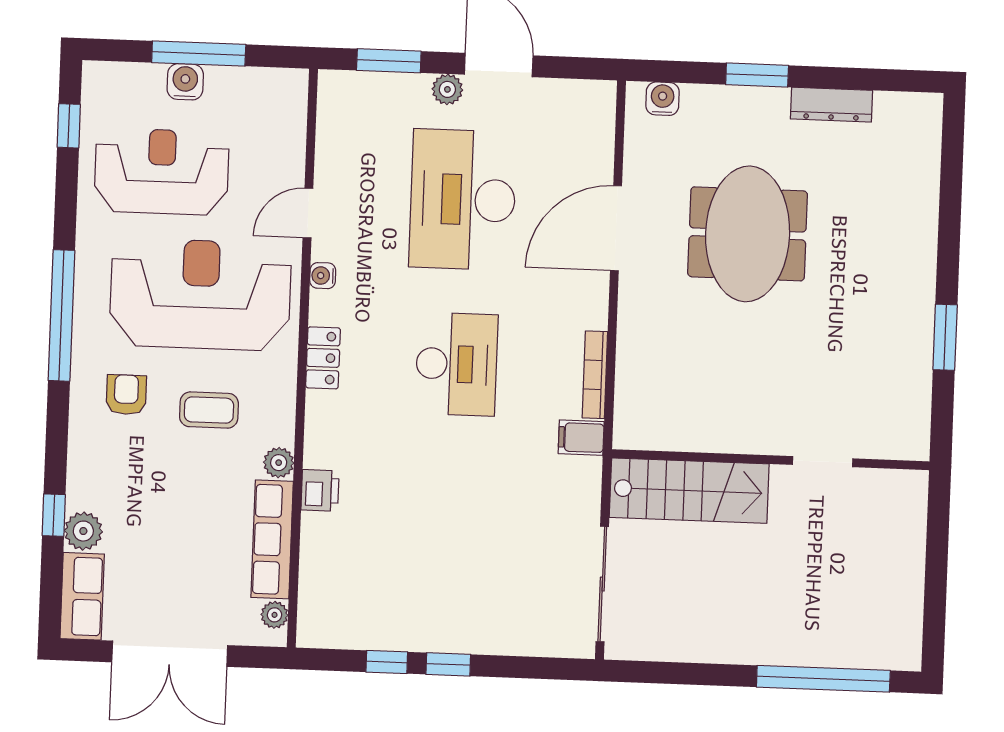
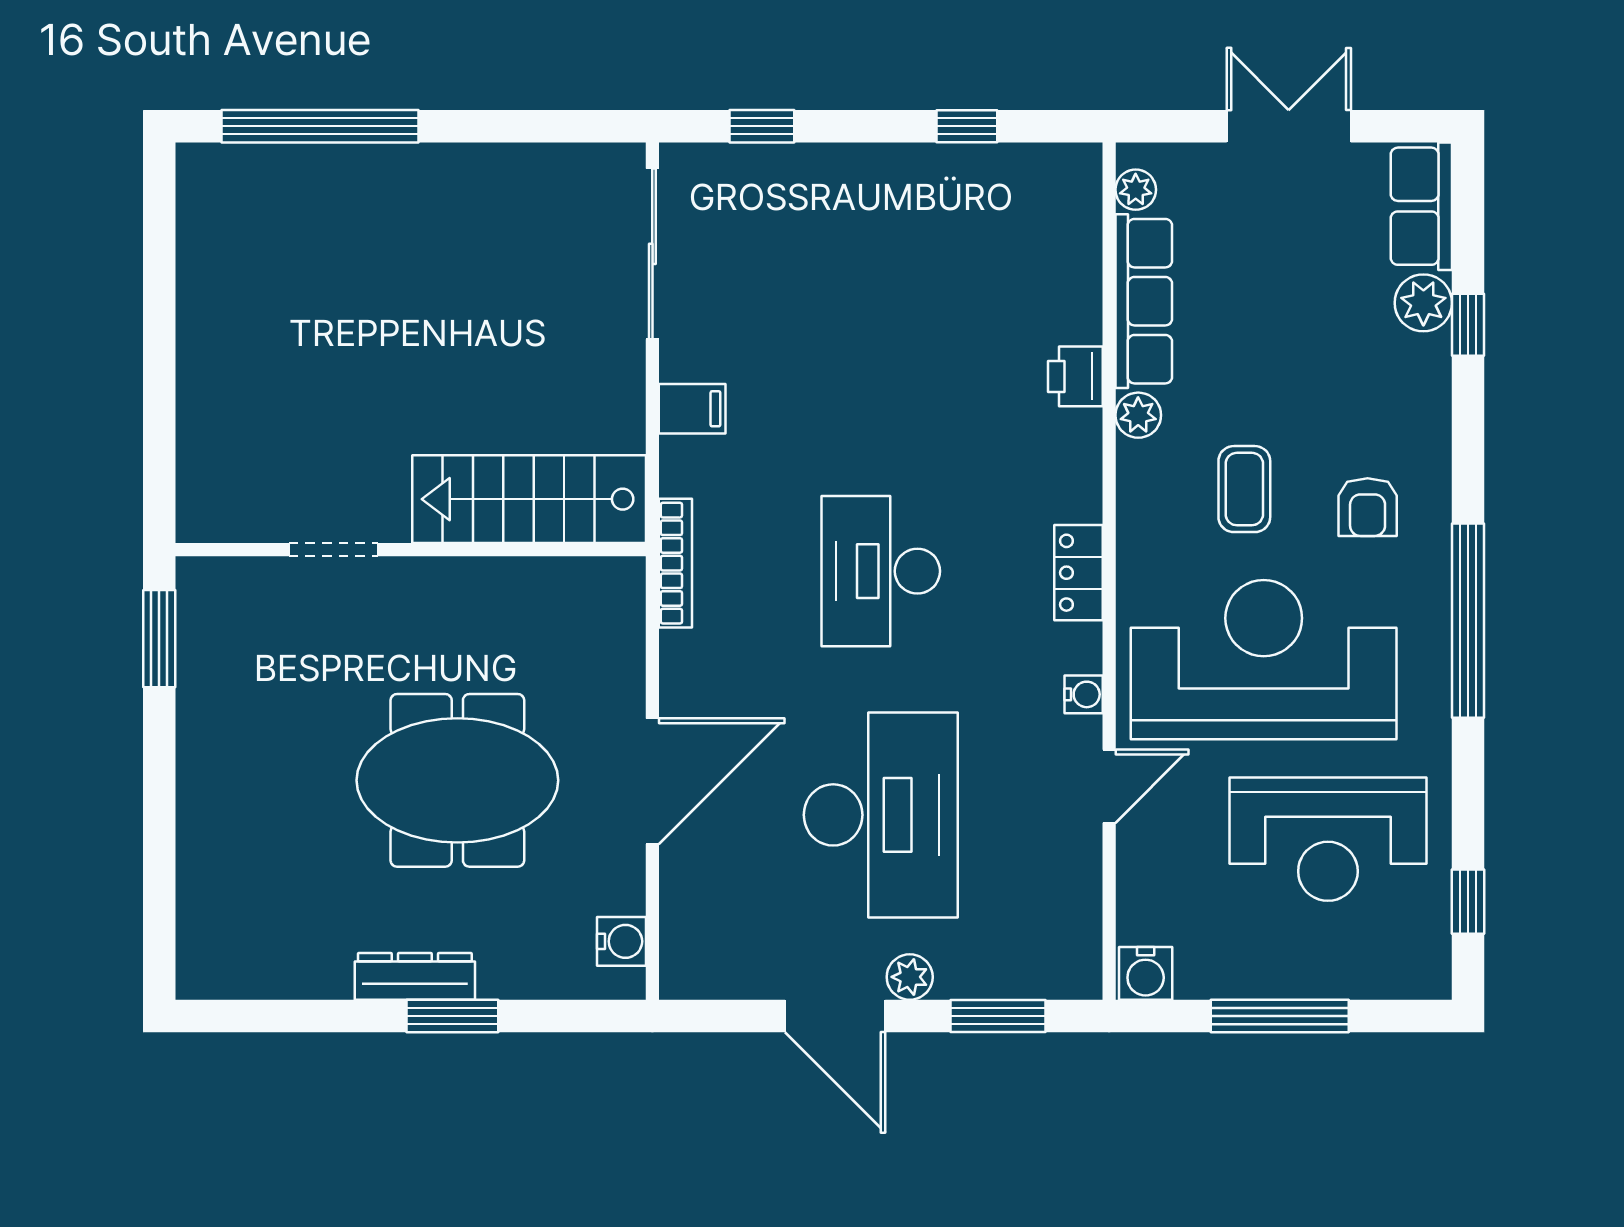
water cooler: (185, 82) -> (1146, 973), moved
water cooler: (662, 99) -> (622, 941), moved, turned -90
dresser: (831, 105) -> (415, 976), moved
meeting table: (748, 234) -> (457, 780), turned 90
reception desk: (200, 294) -> (1264, 660), turned 180
coffee table: (209, 410) -> (1244, 489), turned 90
filing cabinet: (581, 438) -> (692, 409), moved
wall: (770, 460) -> (411, 550), moved
doorway: (823, 462) -> (333, 550), moved
stairs: (689, 491) -> (529, 499), moved
double door: (170, 654) -> (1289, 126), width x0.73
window: (448, 664) -> (762, 126), moved

